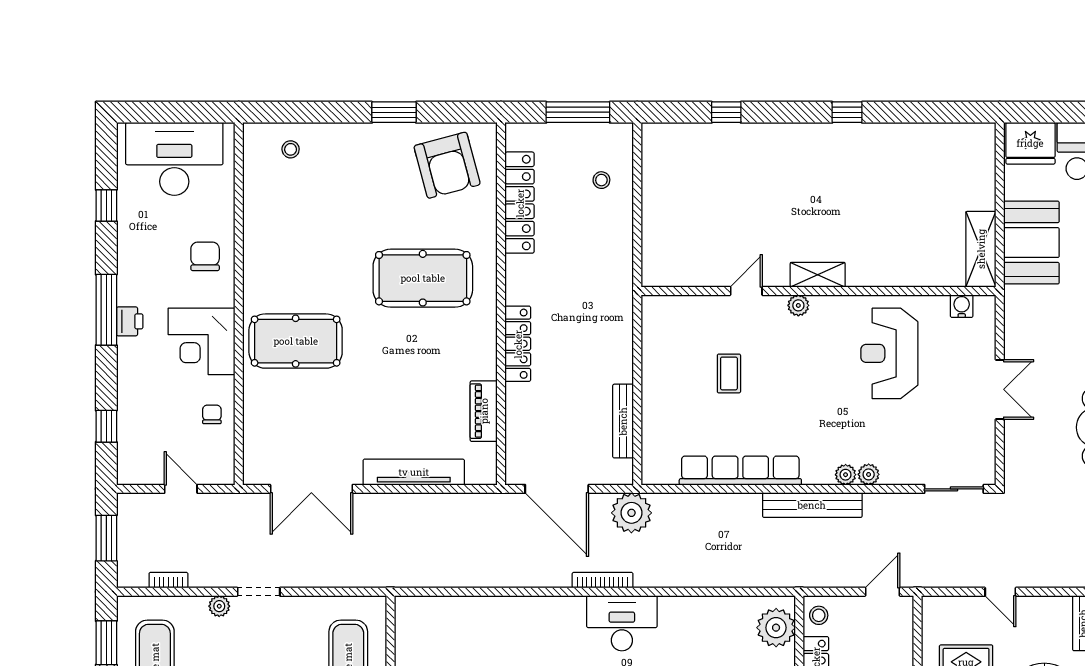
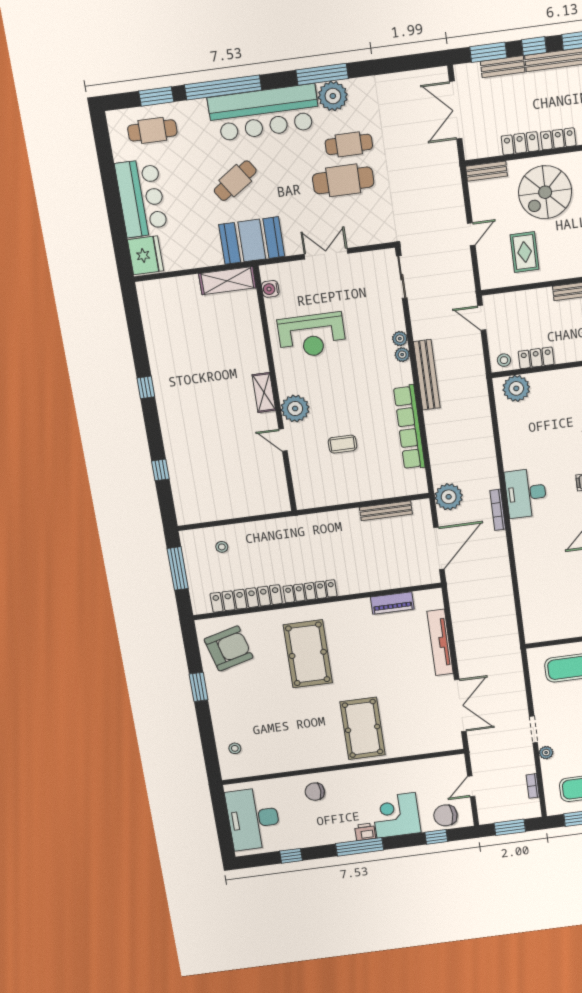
booth: (1031, 243) -> (252, 240), moved
plant: (798, 305) -> (295, 409), width x1.88, depth x1.88
corner desk: (202, 341) -> (396, 815), moved, turned 180
locker: (518, 344) -> (310, 591), moved
chair: (212, 414) -> (445, 815), moved, width x1.87, depth x1.87

